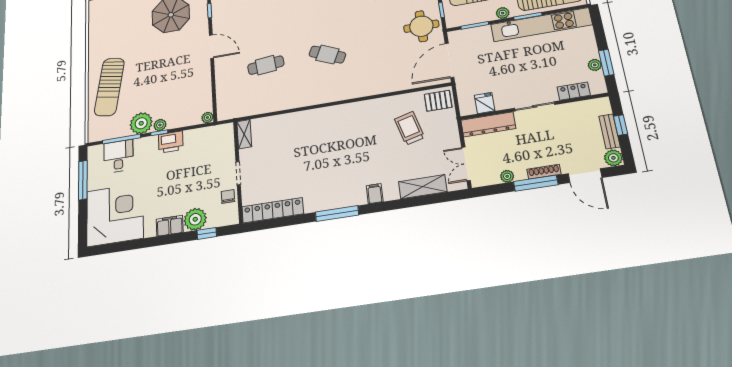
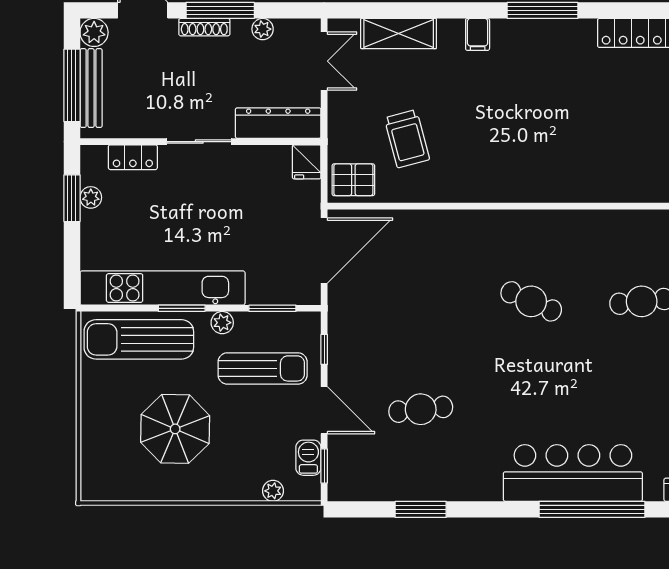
round table: (421, 26) -> (363, 325), removed
fridge: (485, 103) -> (307, 162), moved
window: (621, 125) -> (72, 85), width x2.17
bench: (609, 131) -> (91, 88), width x1.36

